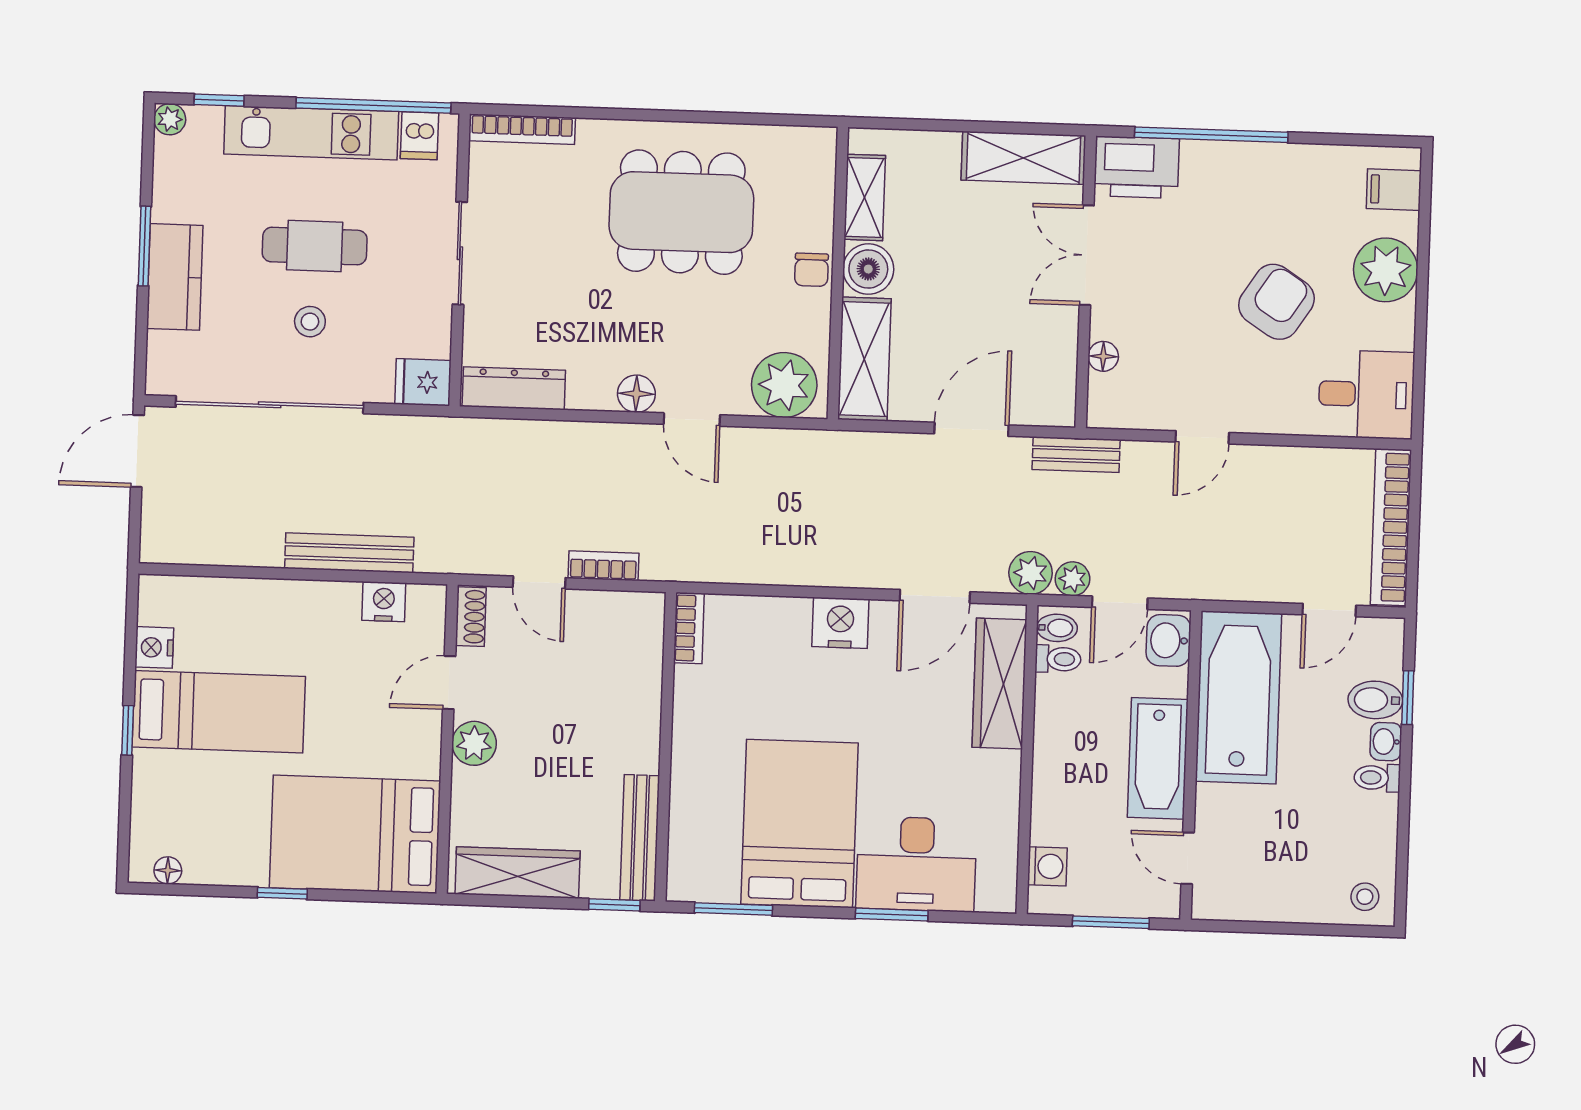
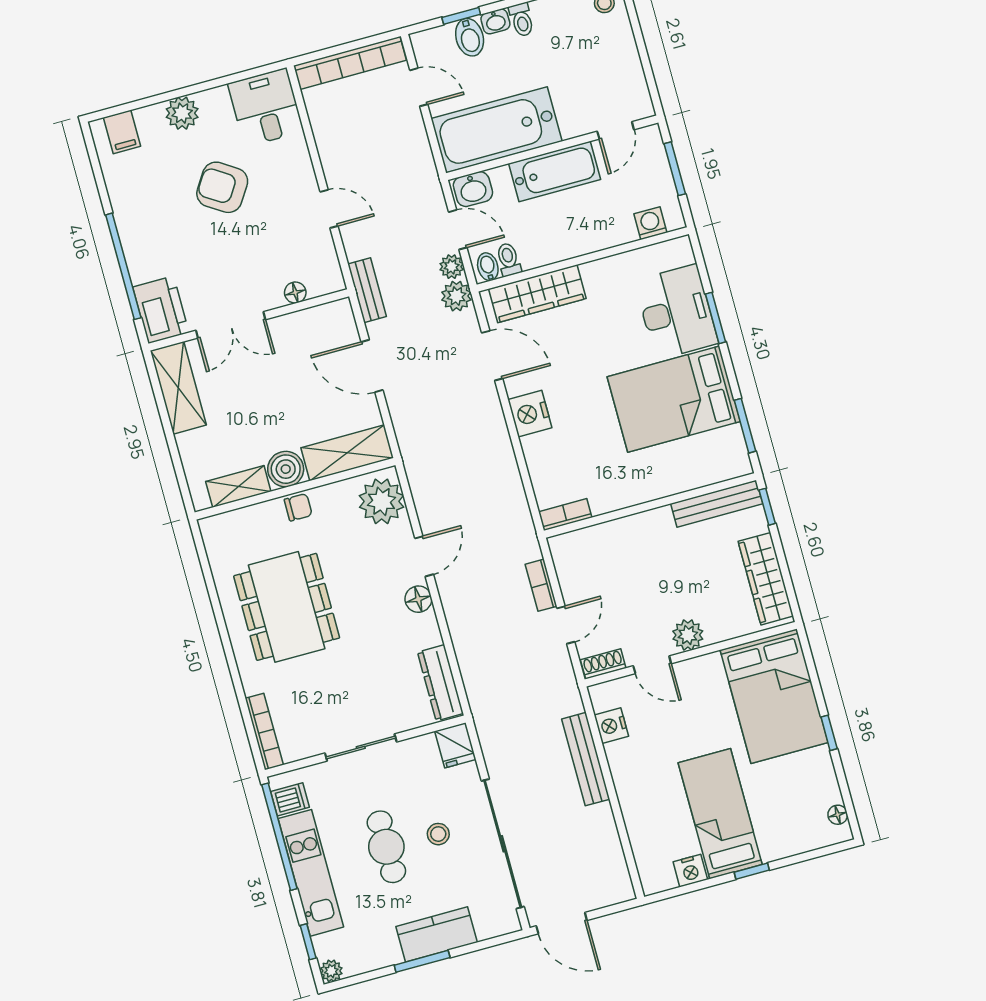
plant: (1386, 270) -> (182, 113), width x0.73, depth x0.73

